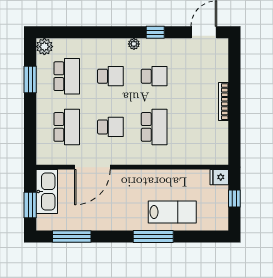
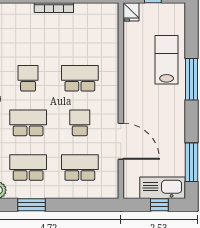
school desk: (110, 76) -> (28, 123), width x1.85
kitchen sink: (47, 191) -> (163, 188), moved
window: (30, 205) -> (159, 205), width x0.67

